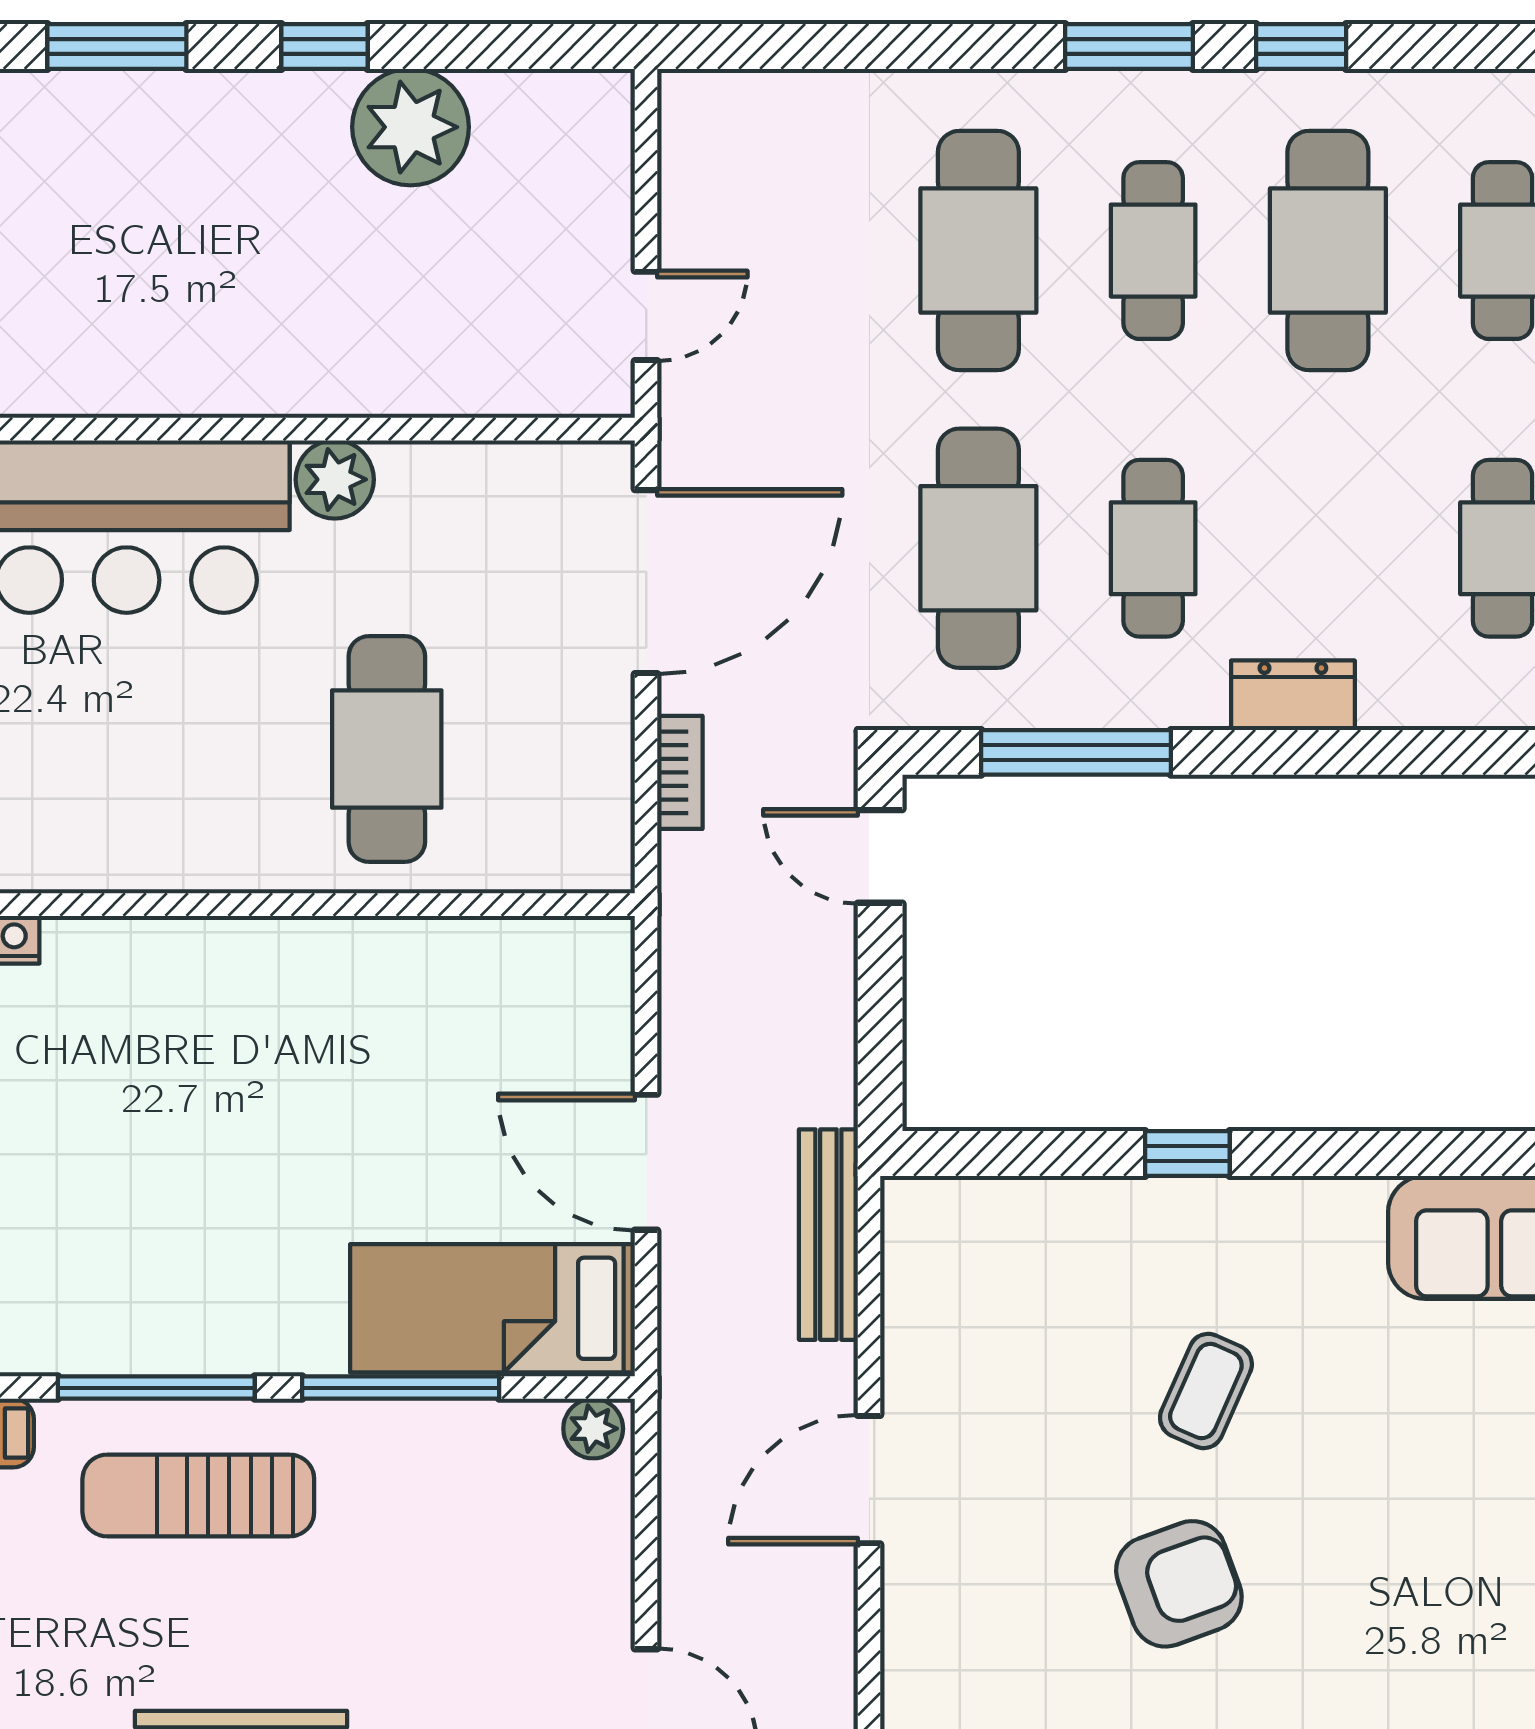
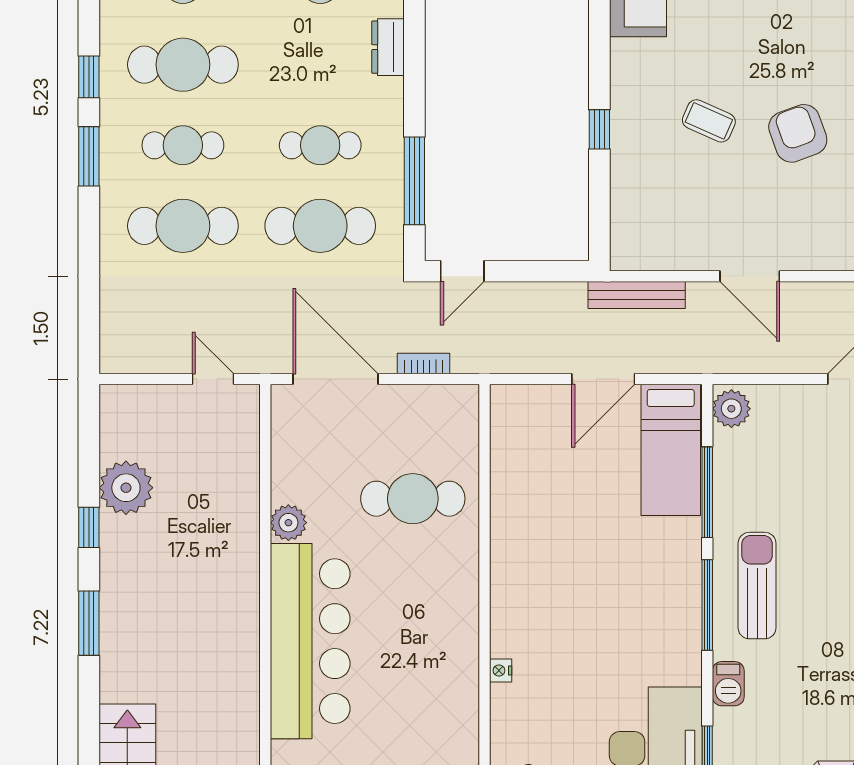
dresser: (1293, 695) -> (388, 47), moved
plant: (593, 1429) -> (731, 409), width x1.38, depth x1.38
sun lounger: (198, 1496) -> (757, 586), turned 180

